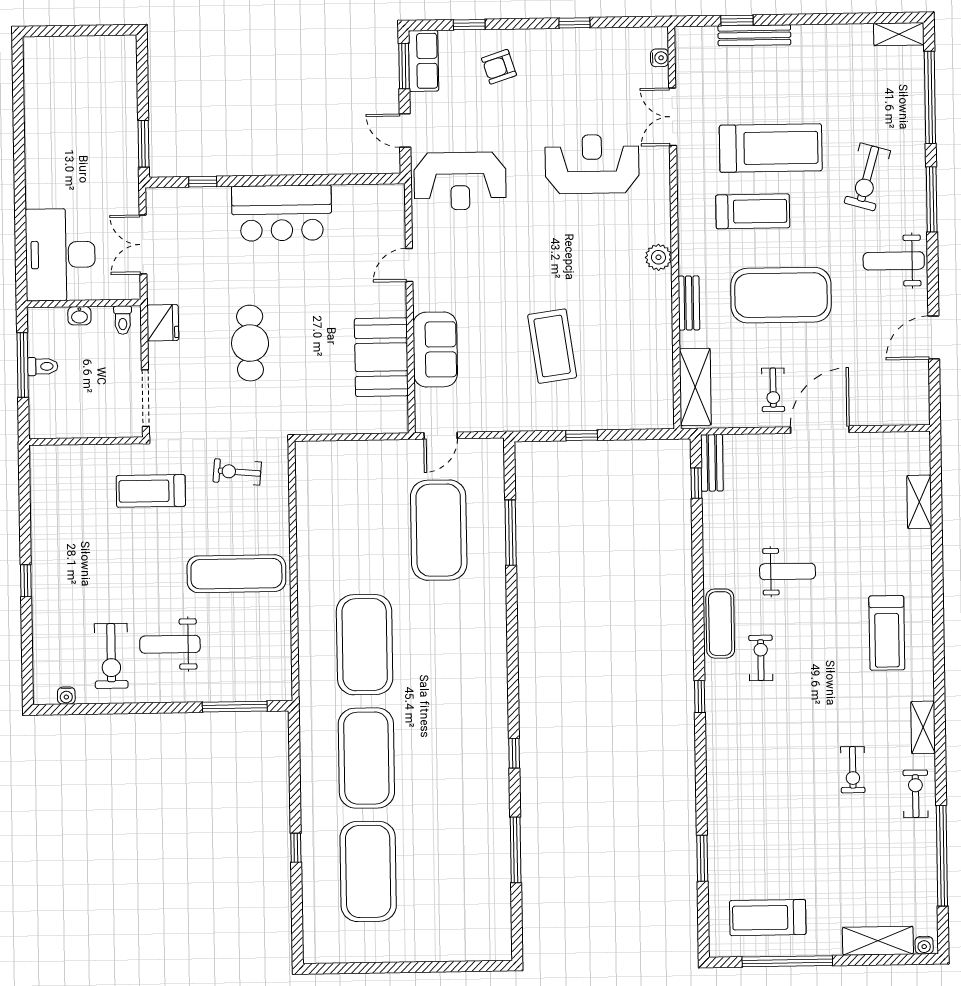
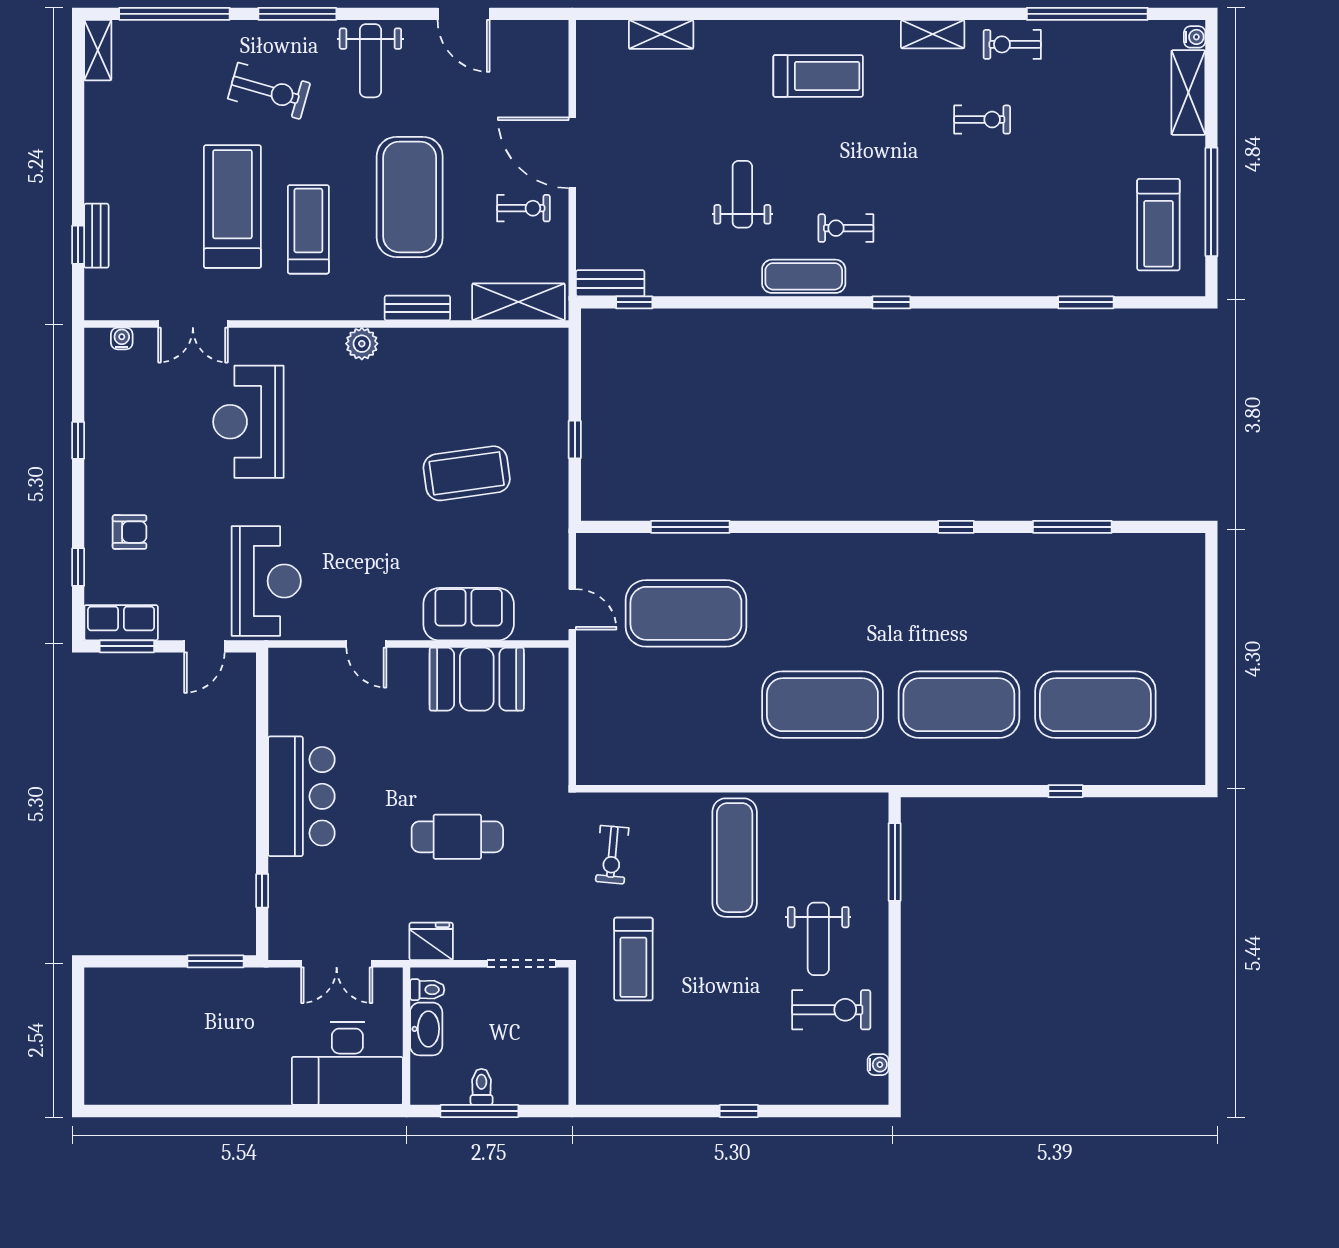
bench: (754, 35) -> (96, 236), width x0.73
armchair: (499, 67) -> (130, 532), turned -72
washbasin: (79, 316) -> (426, 1029), width x1.91, depth x1.45

